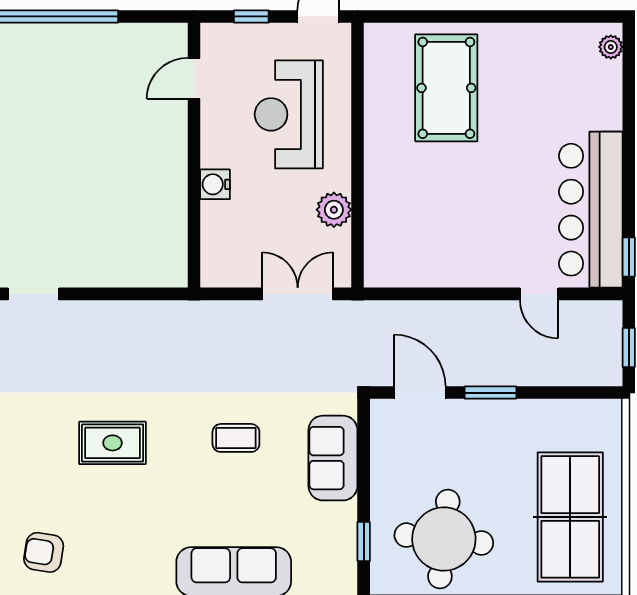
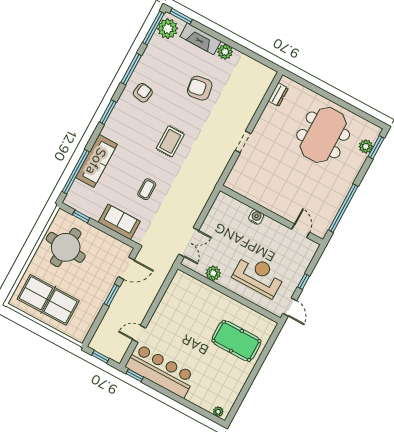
door: (194, 78) -> (301, 231), moved
wall: (194, 155) -> (271, 215), moved
water cooler: (215, 184) -> (256, 217), moved

